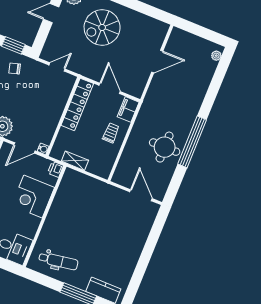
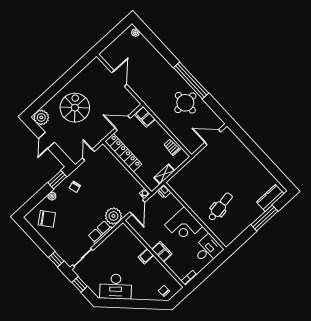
spiral stairs: (102, 27) -> (75, 108), turned 180
trolley: (111, 133) -> (172, 147), moved
corner desk: (33, 196) -> (184, 226), moved
dental chair: (58, 261) -> (220, 207), moved

